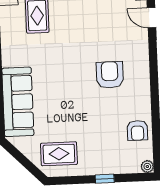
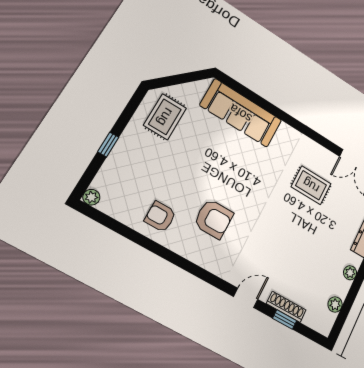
armchair: (137, 130) -> (160, 217), moved

